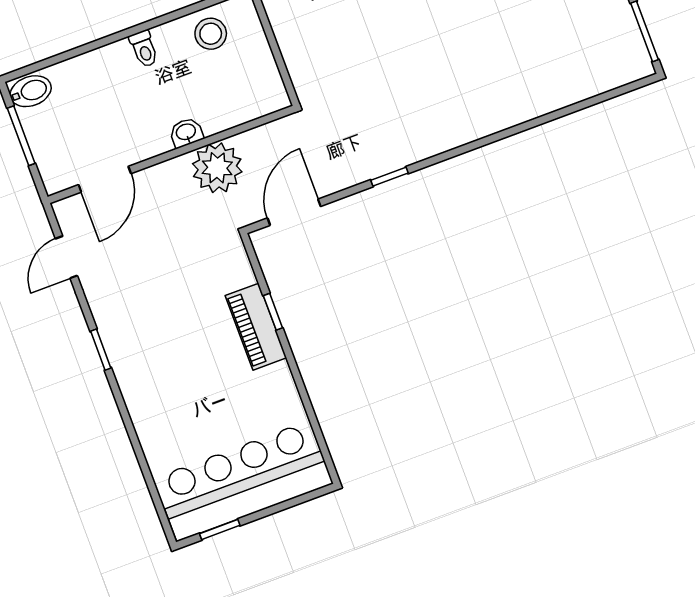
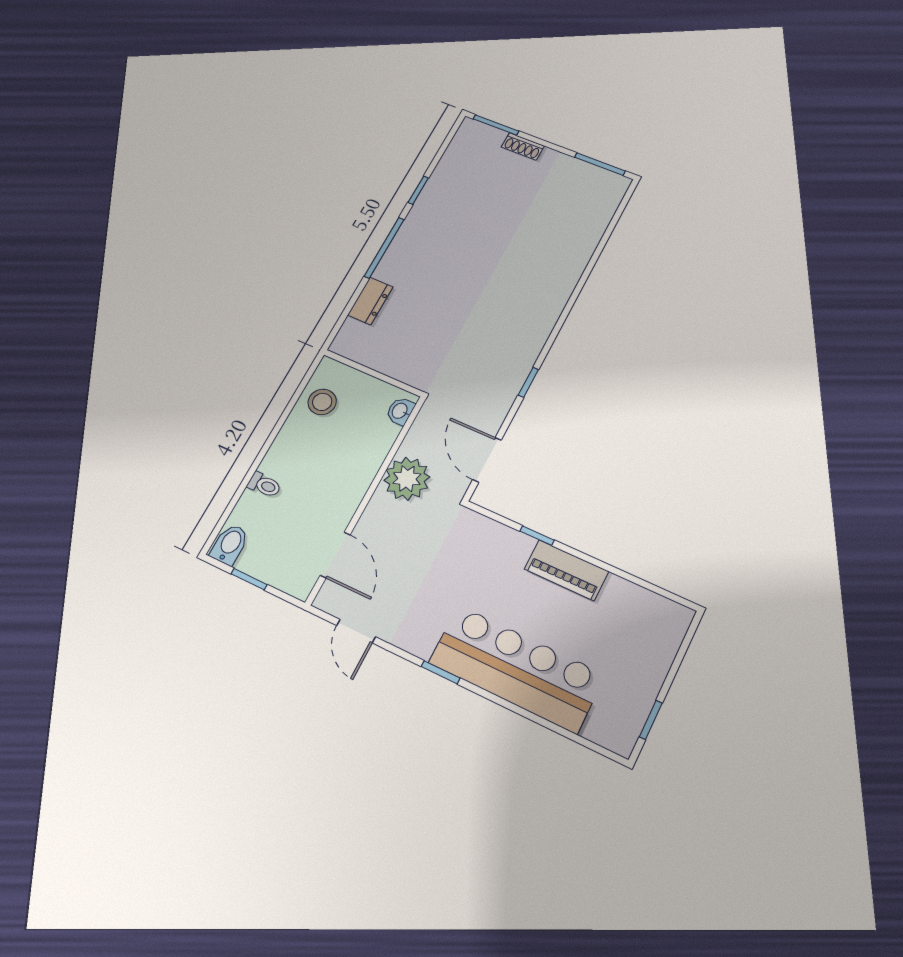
toilet: (144, 49) -> (264, 485), moved
washbasin: (186, 132) -> (400, 411), moved
window: (21, 136) -> (249, 579), width x0.67
piano: (256, 327) -> (566, 570), moved
bar counter: (243, 481) -> (516, 669), moved, turned 90

